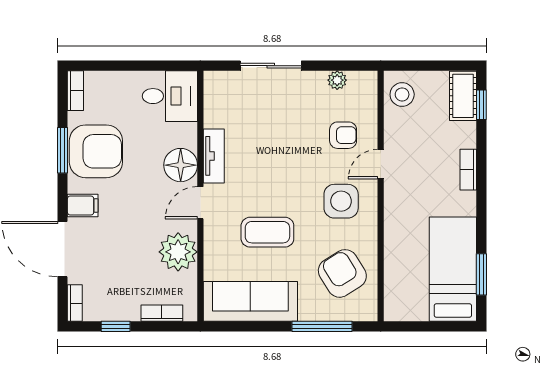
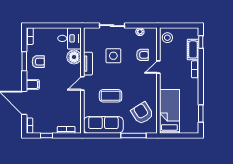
cot: (463, 96) -> (193, 49), moved
armchair: (96, 151) -> (38, 62), width x0.53, depth x0.53
floor lamp: (181, 165) -> (74, 57), moved
side table: (341, 201) -> (113, 56), moved
plant: (178, 252) -> (73, 104), removed
bed: (453, 269) -> (169, 111), moved

